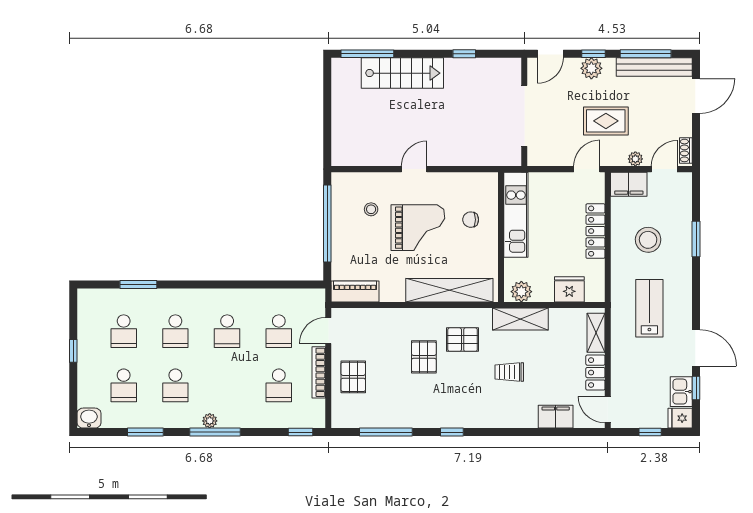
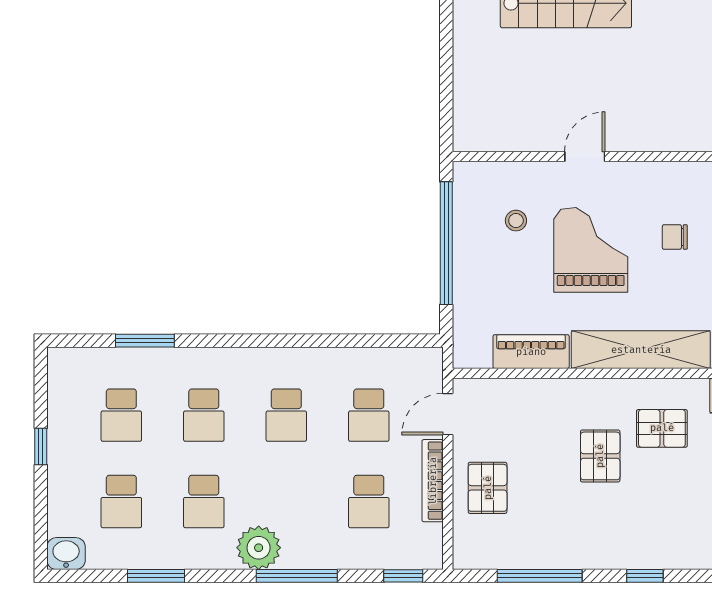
grand piano: (418, 228) -> (591, 250), turned -90
piano: (355, 291) -> (531, 352), moved
plant: (210, 421) -> (259, 548), width x1.87, depth x1.87
window: (215, 432) -> (297, 576), moved

